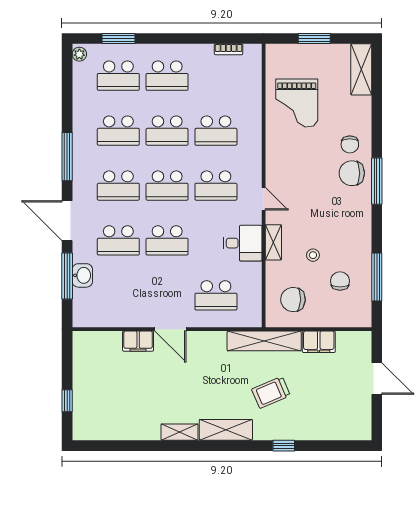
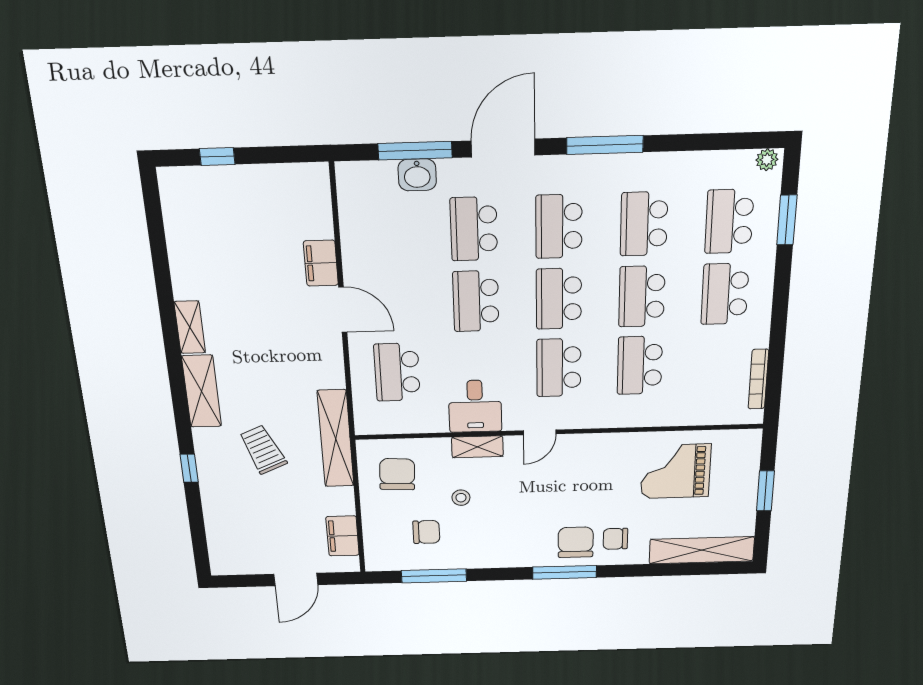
bookcase: (229, 49) -> (758, 379), width x1.56
shelving: (361, 69) -> (702, 550), width x1.47
door: (170, 329) -> (343, 310), swing flipped
filing cabinet: (319, 342) -> (343, 536), moved

